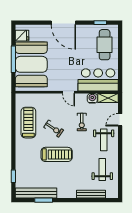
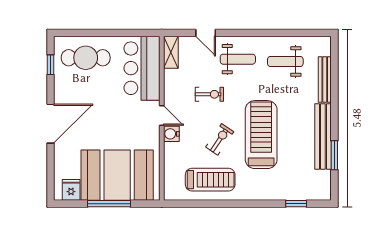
door: (69, 92) -> (162, 115), hinge flipped
water cooler: (92, 98) -> (171, 134), moved
treadmill: (28, 123) -> (210, 180), turned 180
treadmill: (57, 154) -> (261, 135), width x1.37, depth x1.38
bench: (36, 193) -> (323, 136), moved

